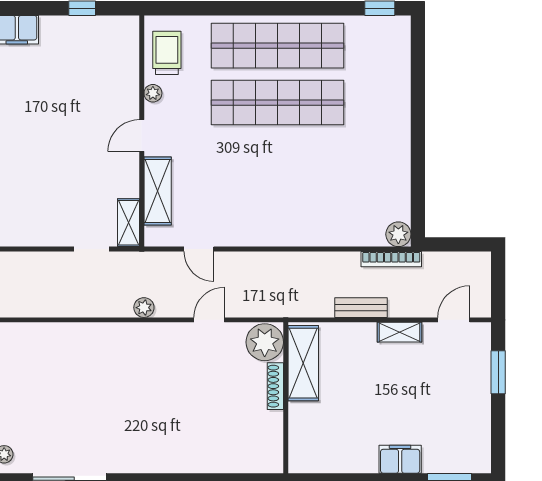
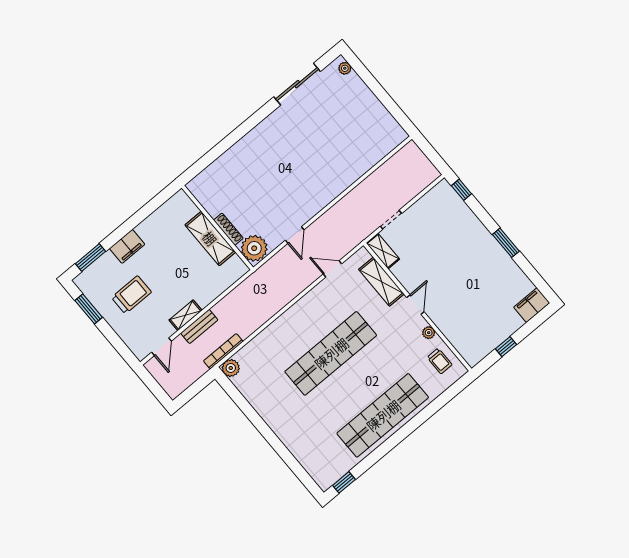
trolley: (167, 53) -> (440, 361), width x0.73, depth x0.72
shop shelf: (277, 103) -> (331, 353), moved
plant: (144, 308) -> (336, 212), removed
bench: (361, 308) -> (199, 326), moved
shelving: (303, 363) -> (210, 238), moved
window: (498, 372) -> (89, 309), moved
trolley: (439, 403) -> (131, 295), added

